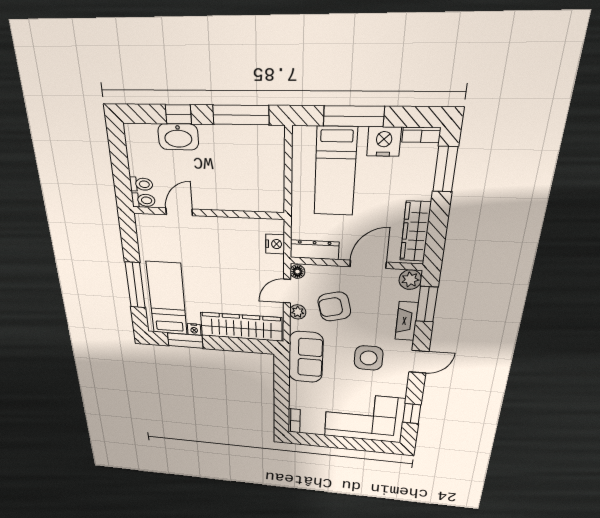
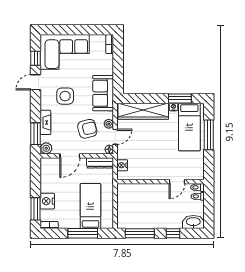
washbasin: (178, 137) -> (193, 222), moved
nightstand: (384, 142) -> (47, 201), moved, turned 90
wardrobe: (415, 231) -> (47, 176), removed
door: (419, 362) -> (36, 82), moved

